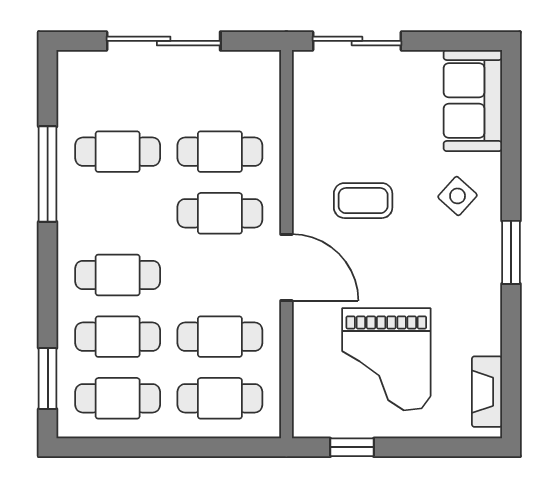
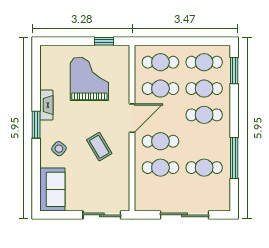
coffee table: (363, 201) -> (99, 147), turned 59
door: (286, 267) -> (132, 118), swing flipped
fireplace: (487, 392) -> (46, 105), moved

